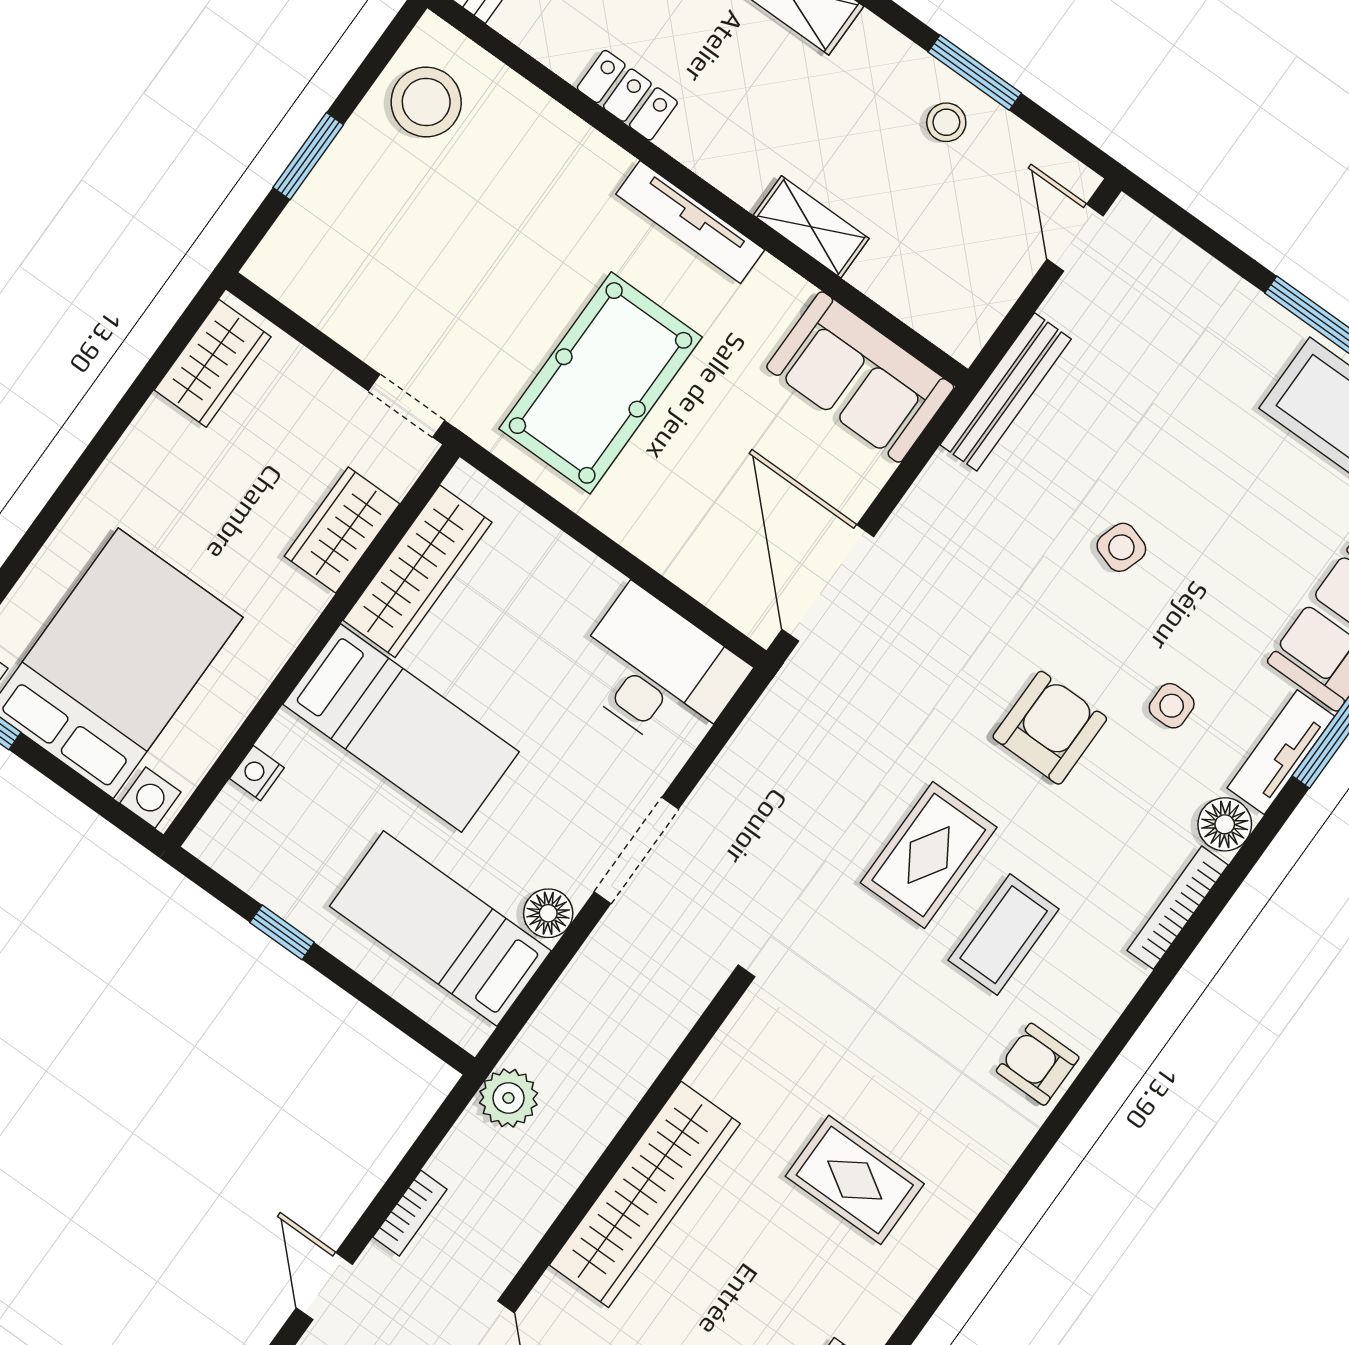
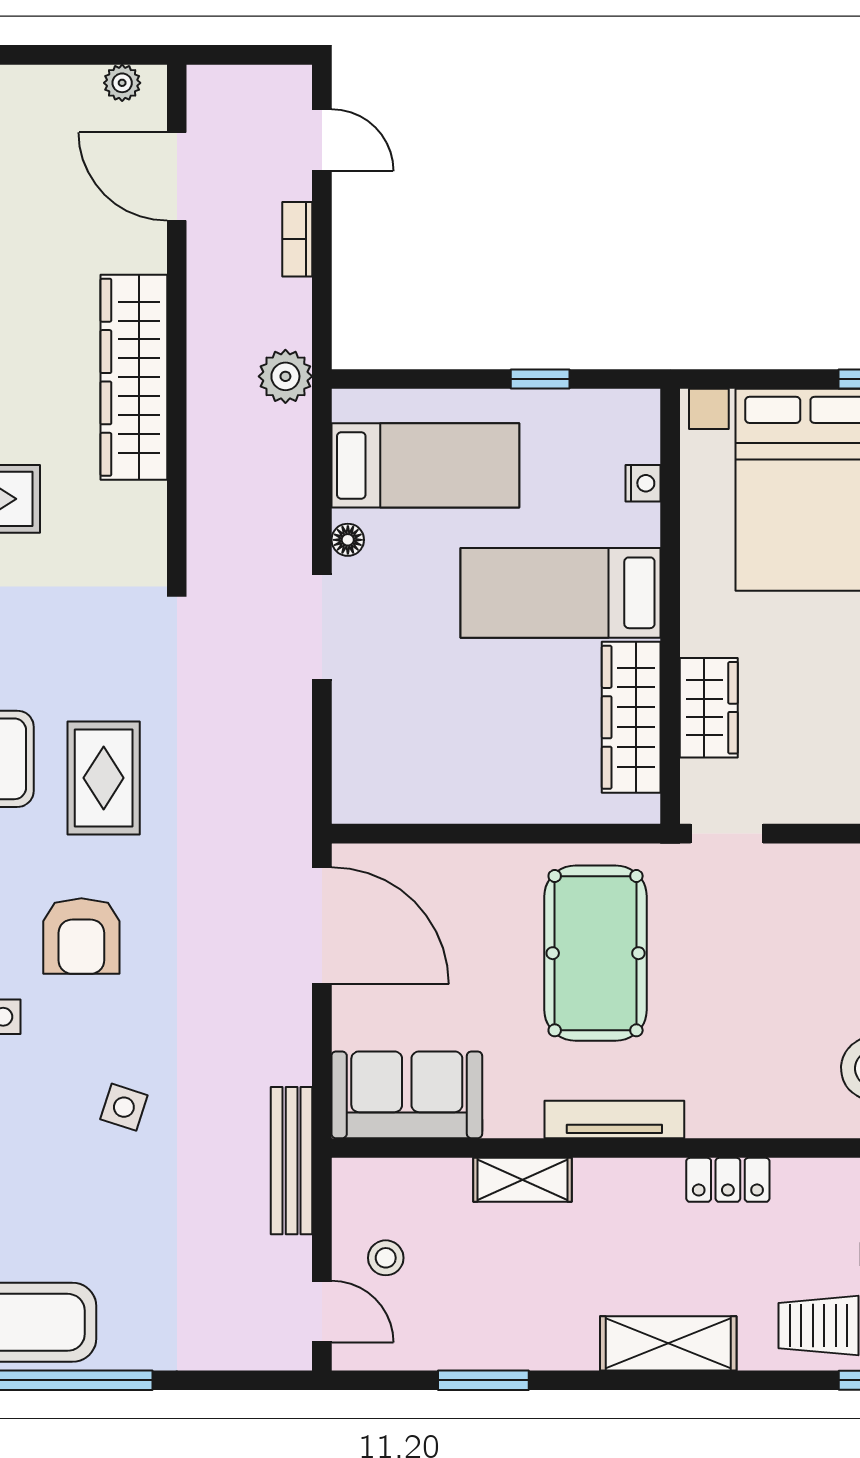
stool: (946, 122) -> (386, 1258), moved
desk: (658, 672) -> (401, 770), removed
floor lamp: (548, 913) -> (348, 540), width x0.73, depth x0.73

